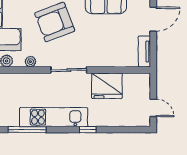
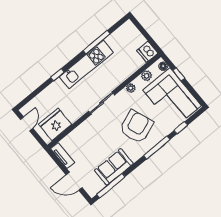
door: (153, 19) -> (74, 181), hinge flipped
fridge: (107, 86) -> (55, 124), moved
door: (153, 108) -> (27, 124), swing flipped

